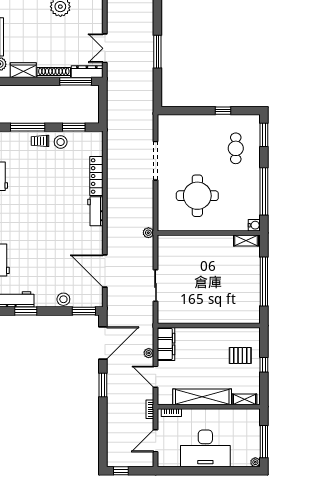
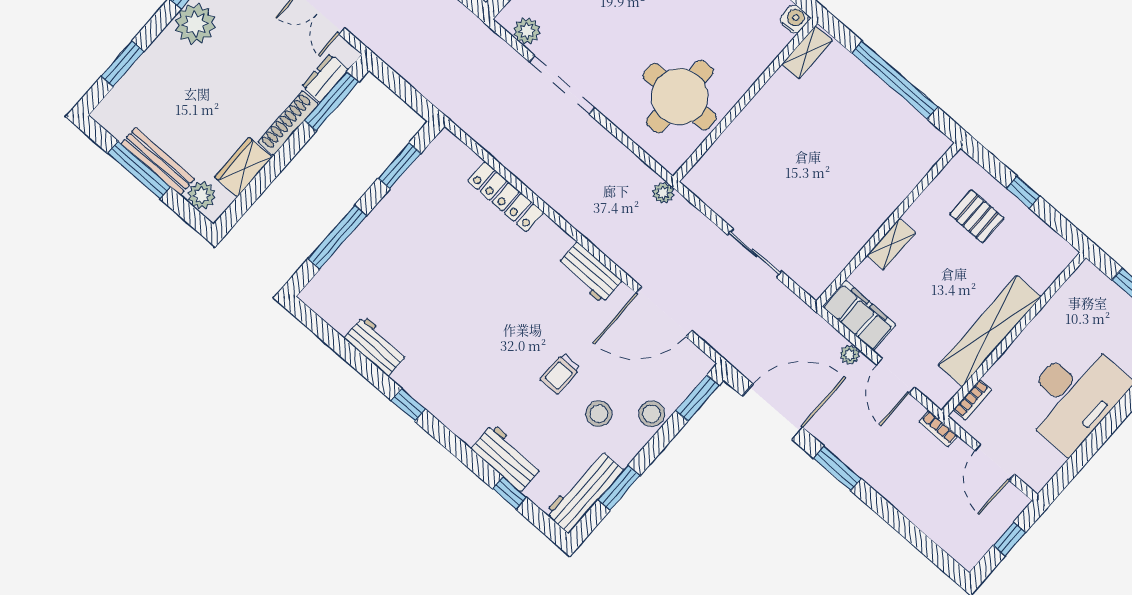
dresser: (87, 72) -> (325, 78), width x0.70
plant: (164, 131) -> (527, 31), added
trolley: (40, 141) -> (560, 373), moved
stool: (61, 142) -> (599, 414), moved
round table: (197, 196) -> (680, 97), moved
workbench: (95, 211) -> (590, 273), moved
door: (103, 343) -> (772, 412), hinge flipped
pallet: (240, 355) -> (977, 216), turned 90
door: (156, 377) -> (895, 376), hinge flipped
shelving: (244, 399) -> (891, 244), moved
window: (121, 471) -> (1009, 539), moved

